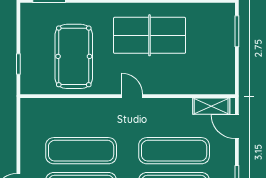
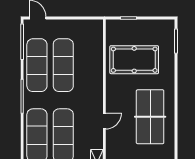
door: (132, 96) -> (104, 121), moved

